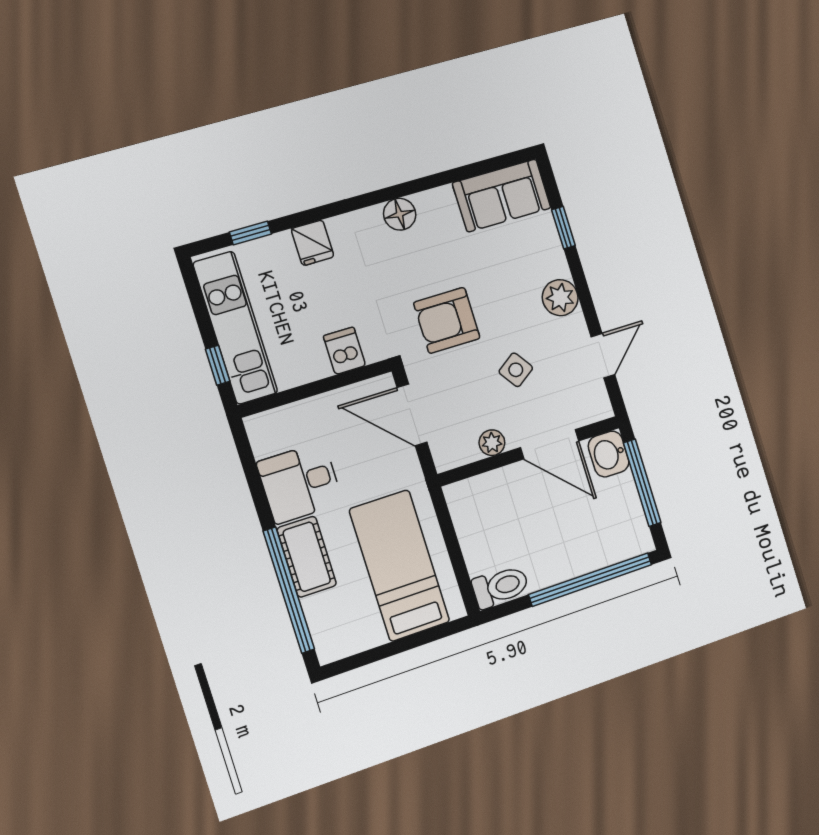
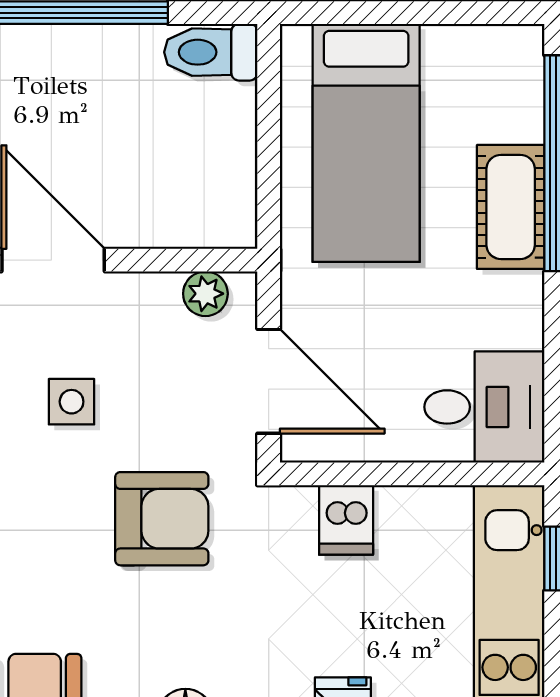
side table: (516, 370) -> (72, 402), turned 35
plant: (492, 443) -> (205, 294), moved
desk: (300, 483) -> (484, 407), moved

